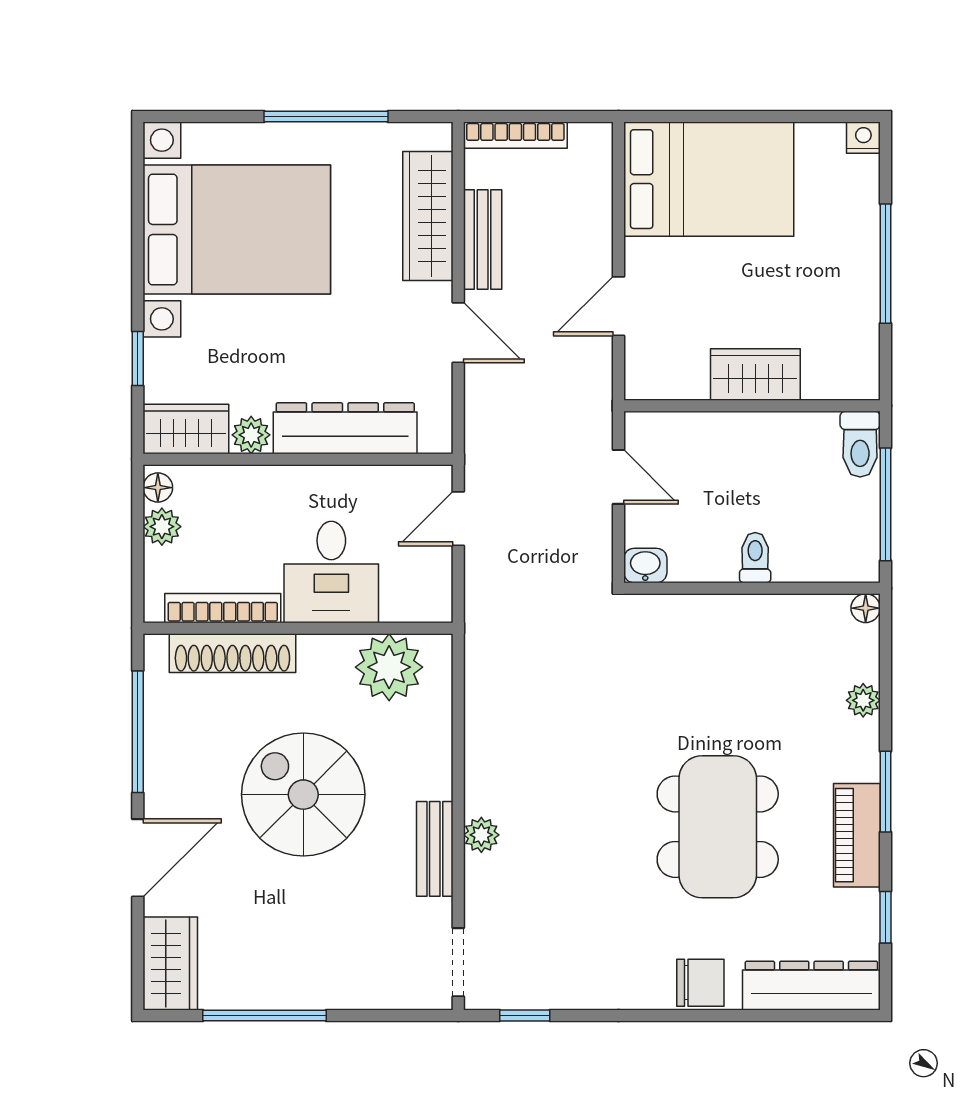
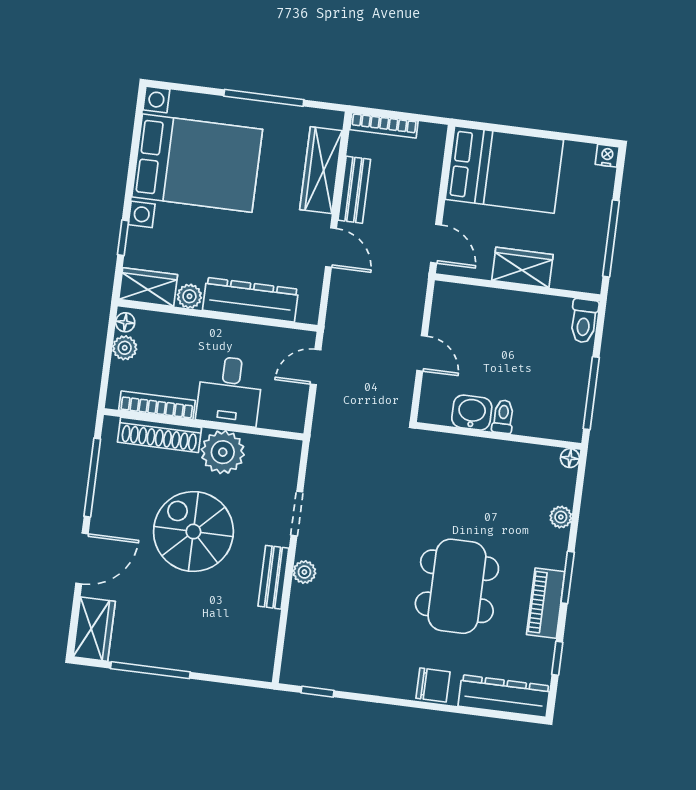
door: (618, 306) -> (436, 244), swing flipped
wardrobe: (755, 375) -> (522, 267), moved
wall: (752, 406) -> (518, 287), moved
toilet: (860, 444) -> (584, 321), moved
washbasin: (645, 566) -> (472, 413), moved, width x1.38, depth x1.45
plant: (389, 667) -> (223, 452), moved
doorway: (458, 962) -> (297, 514), moved

